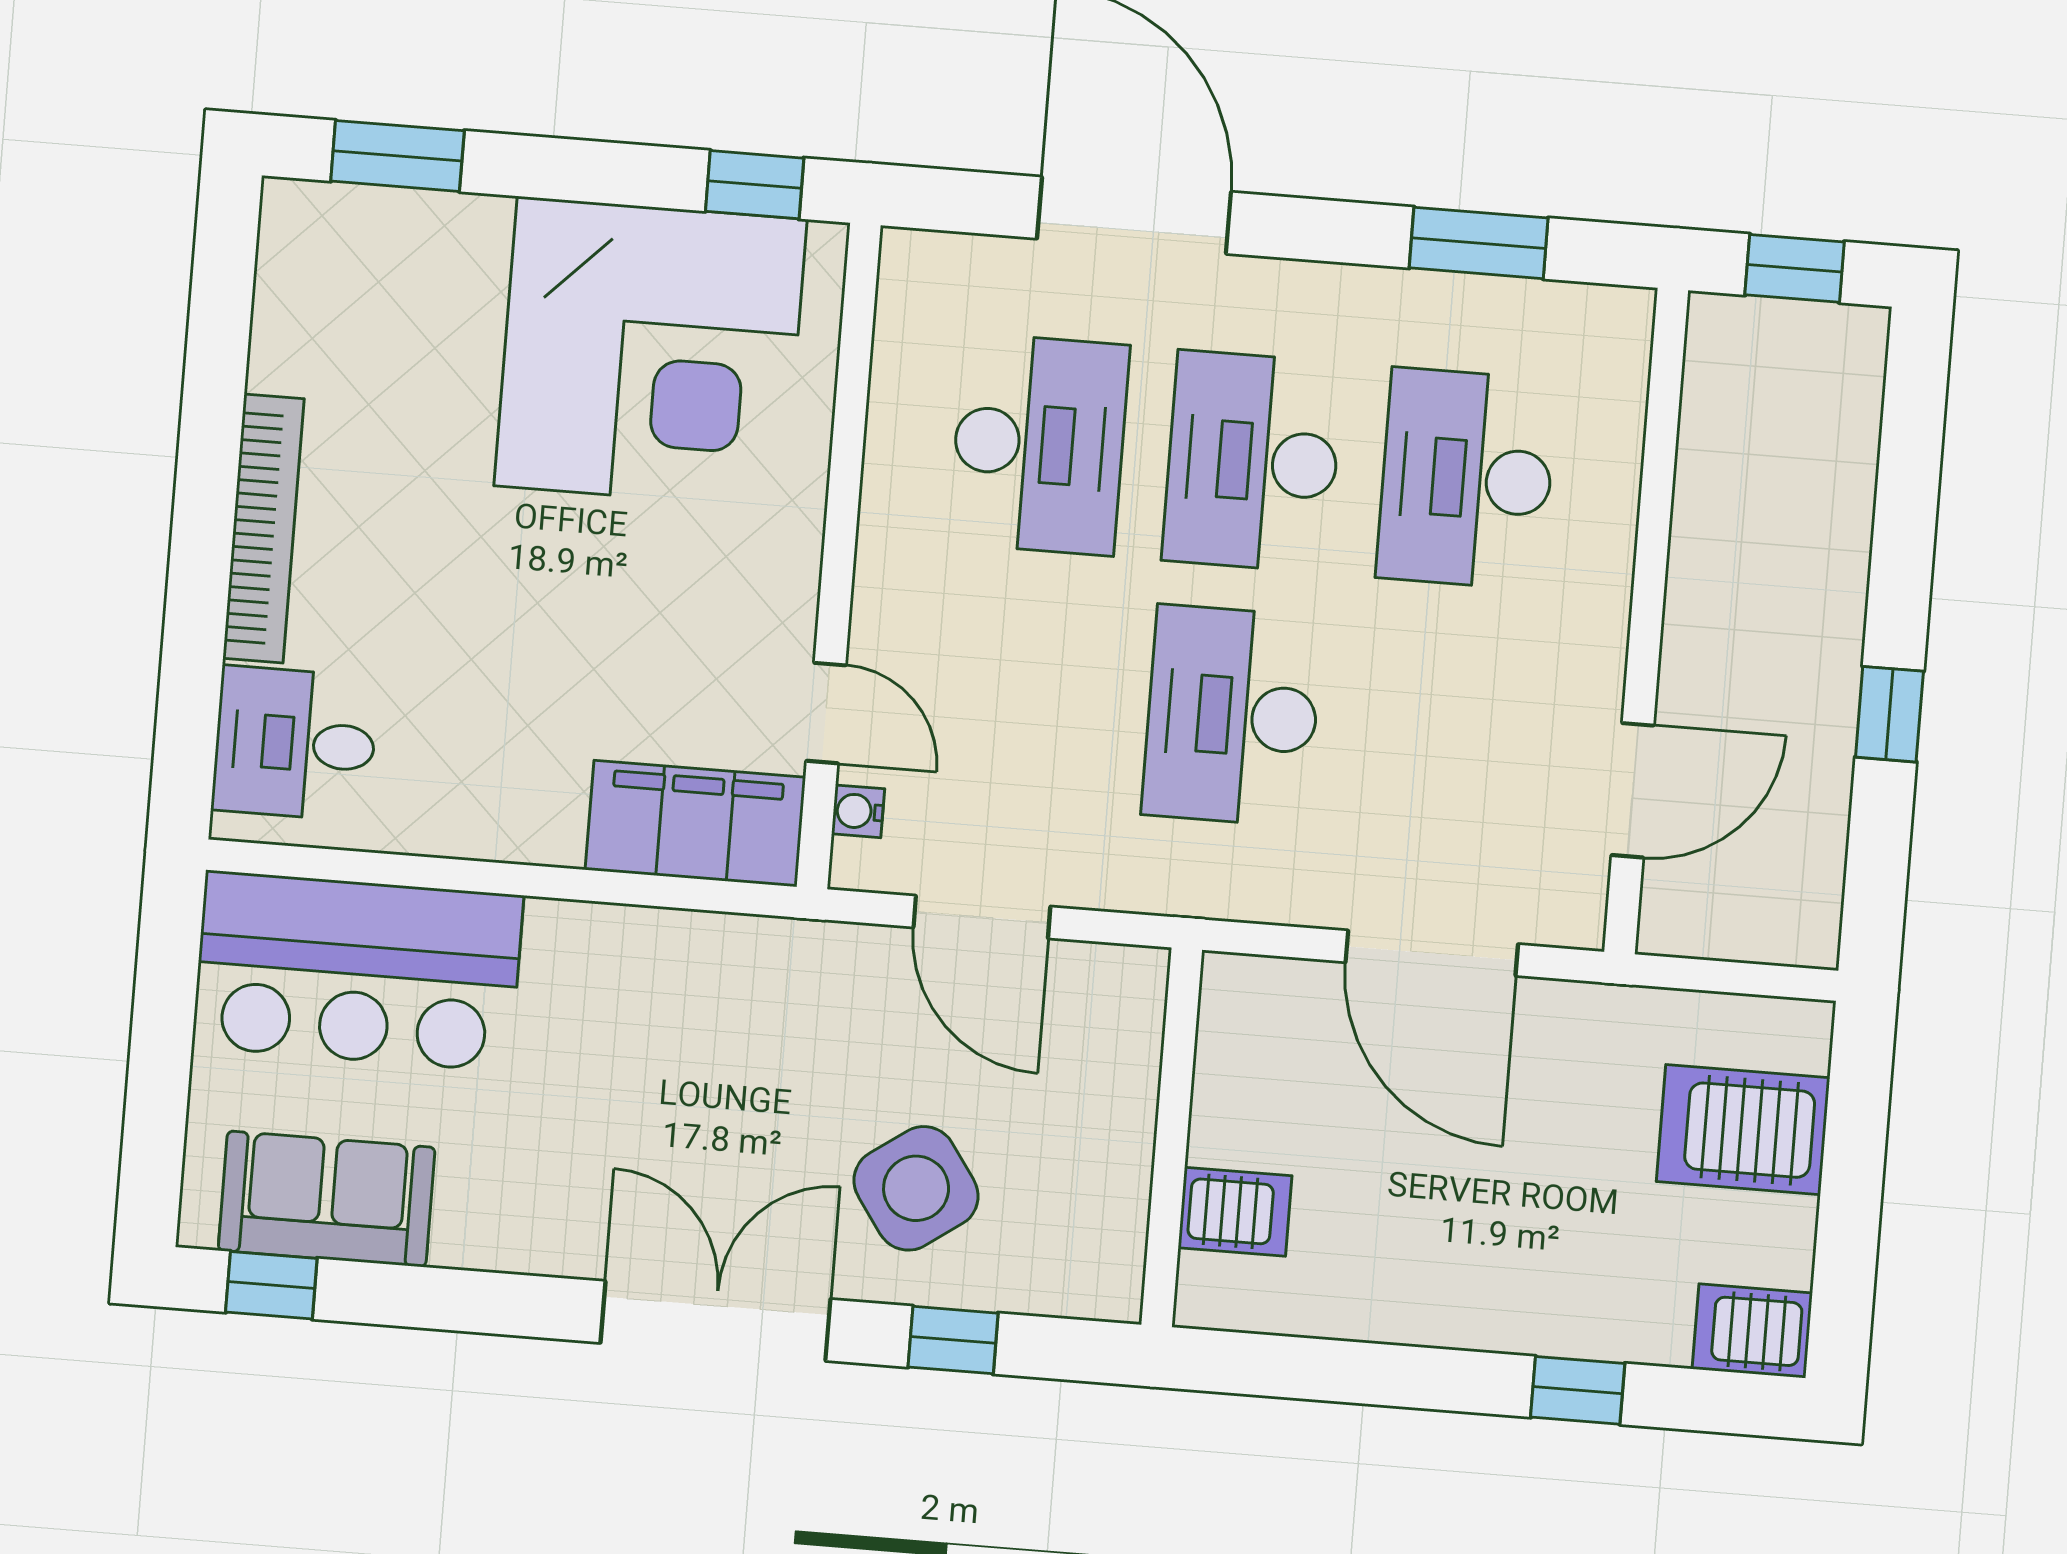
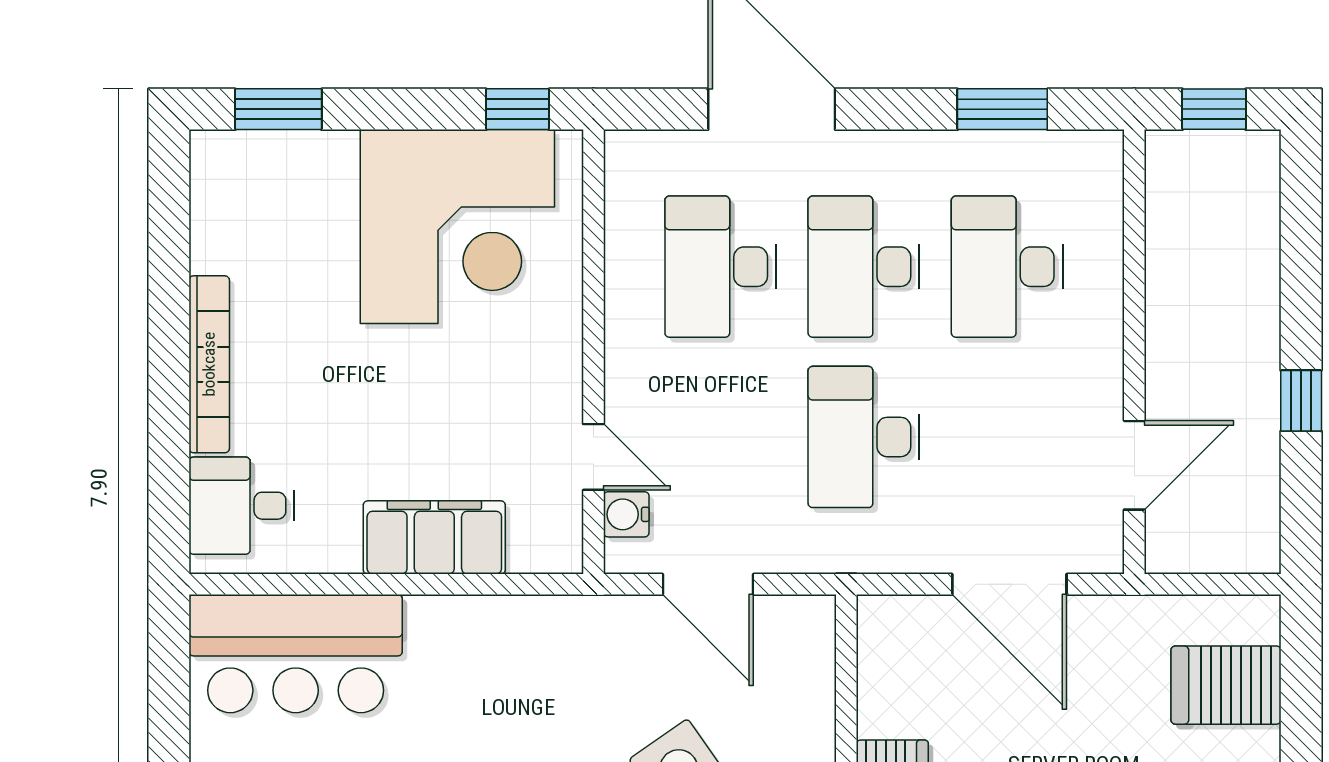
desk: (1039, 444) -> (721, 267), turned 180
water cooler: (858, 811) -> (626, 514), width x1.38, depth x1.38
filing cabinet: (695, 824) -> (434, 537), moved

